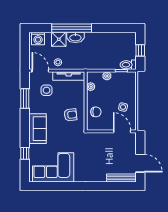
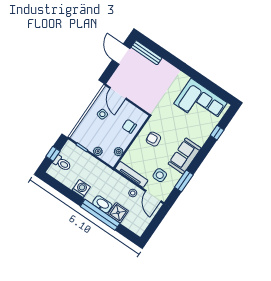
washing machine: (38, 38) -> (81, 189), moved
toilet: (128, 65) -> (62, 163), moved
sofa: (38, 129) -> (185, 156), moved

